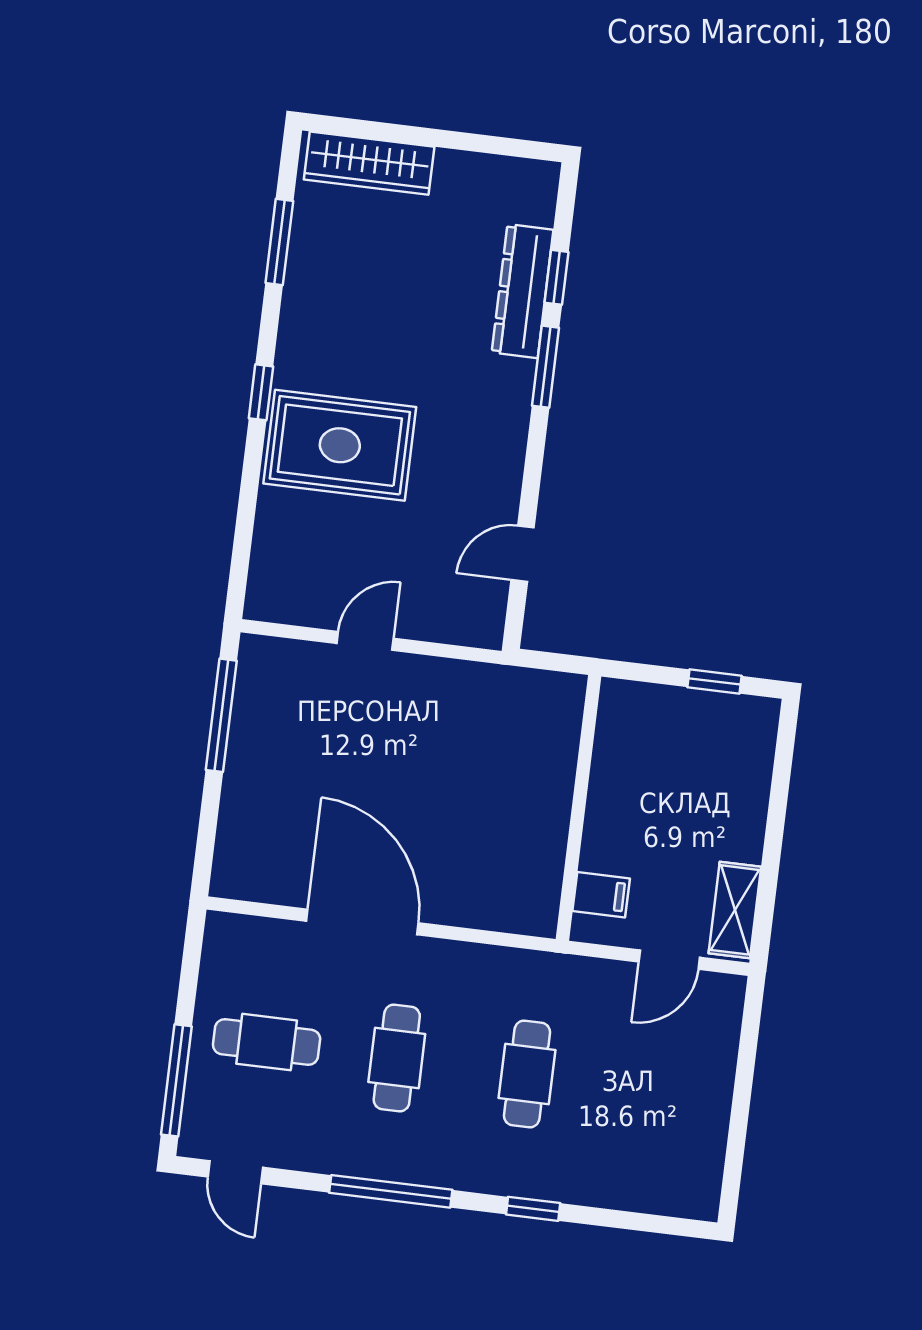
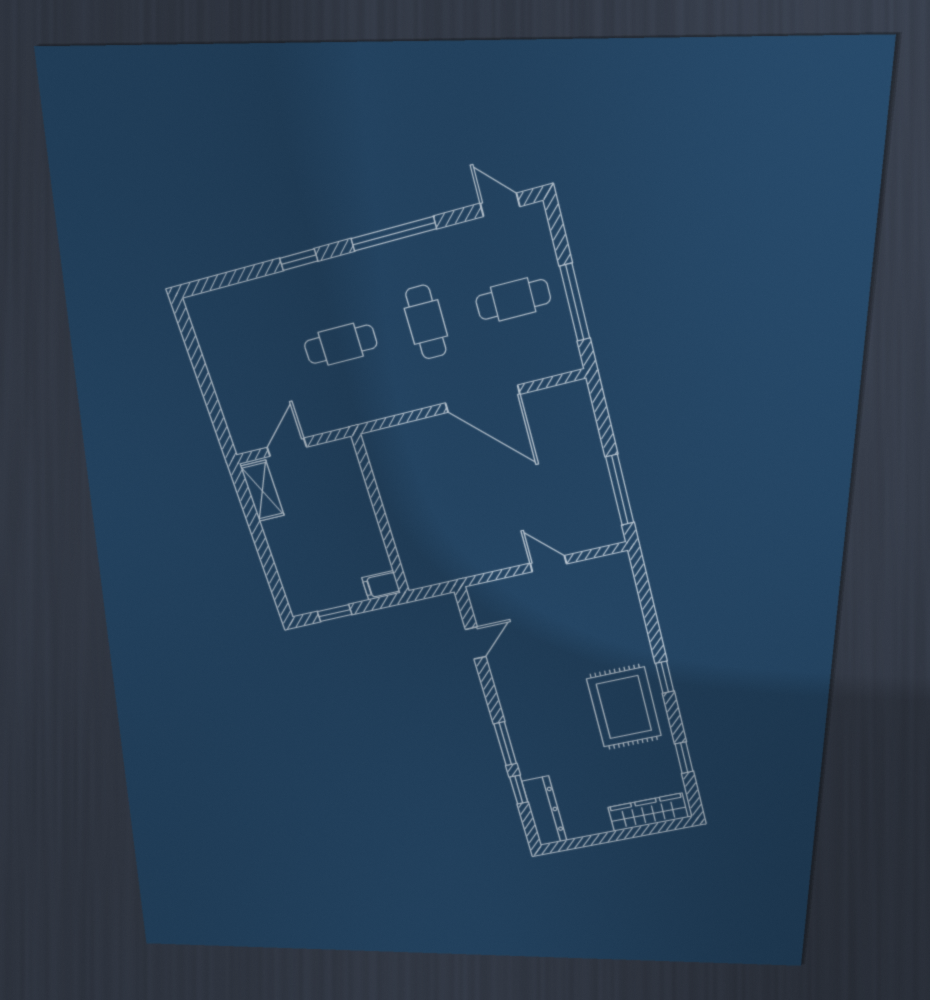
window: (279, 242) -> (684, 758), width x0.67
dresser: (523, 291) -> (544, 811), moved
rug: (340, 445) -> (624, 707), moved, turned 90
door: (365, 641) -> (548, 564), swing flipped
filing cabinet: (601, 895) -> (381, 585), moved
cafe table: (527, 1074) -> (341, 344), turned 90
window: (176, 1080) -> (575, 302), moved

